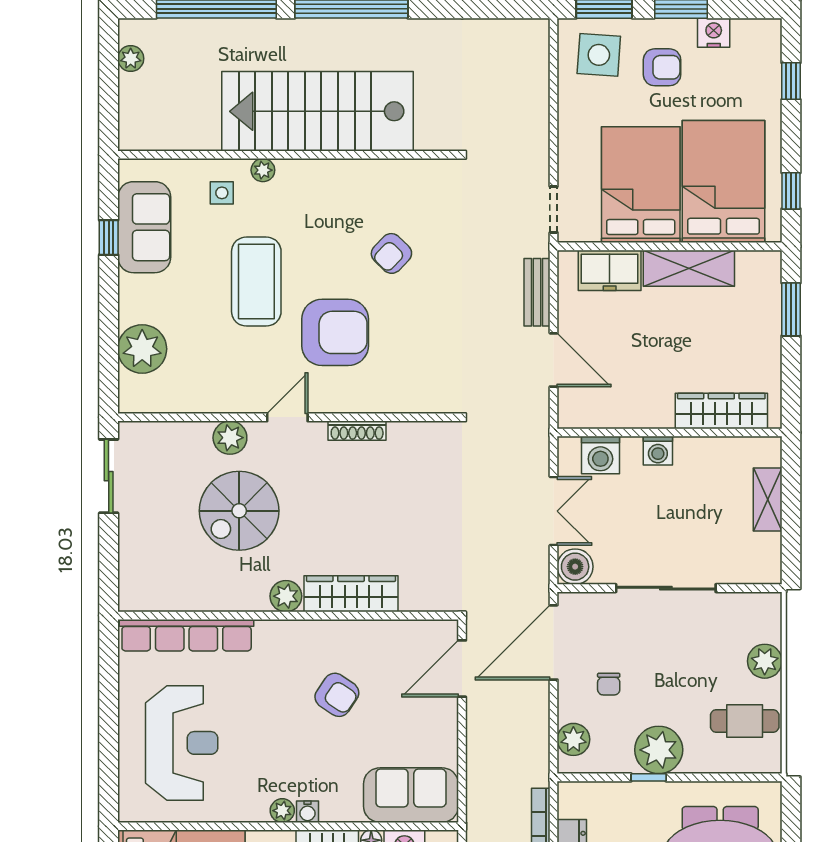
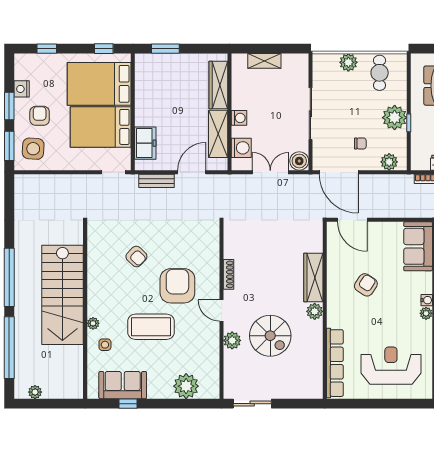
shelving: (689, 268) -> (218, 134), moved

